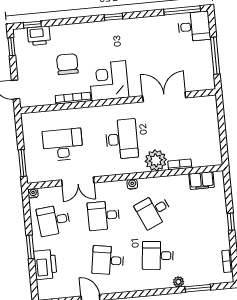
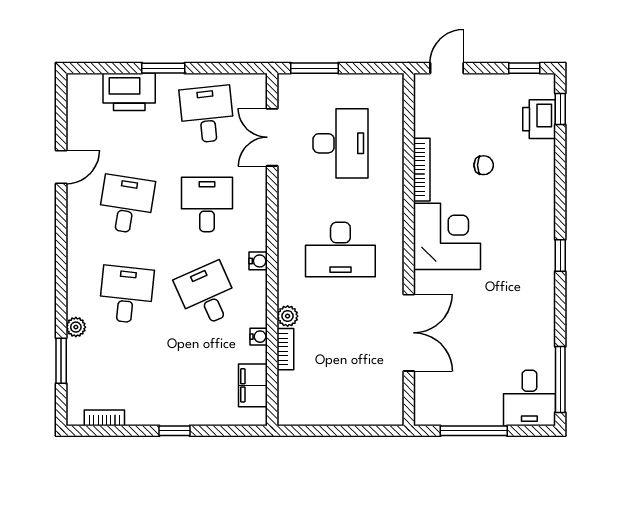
chair: (67, 64) -> (484, 165), width x0.54, depth x0.54
plant: (156, 160) -> (288, 316), width x0.53, depth x0.53
double door: (78, 181) -> (272, 137), moved
water cooler: (33, 193) -> (259, 337), moved

